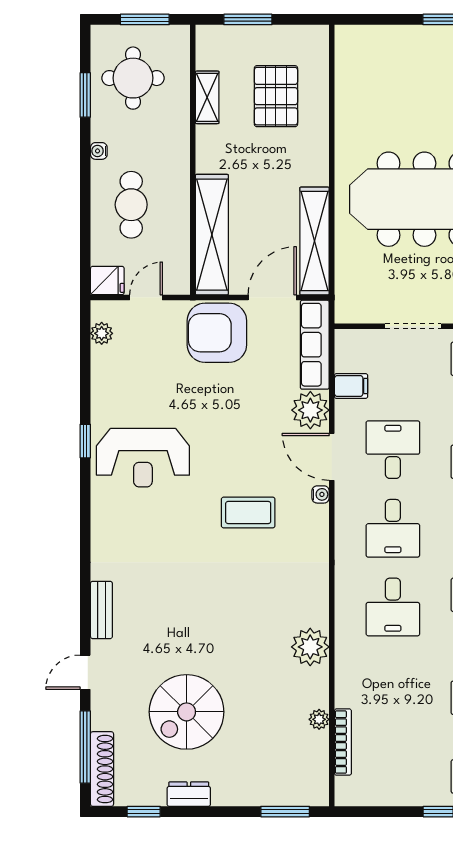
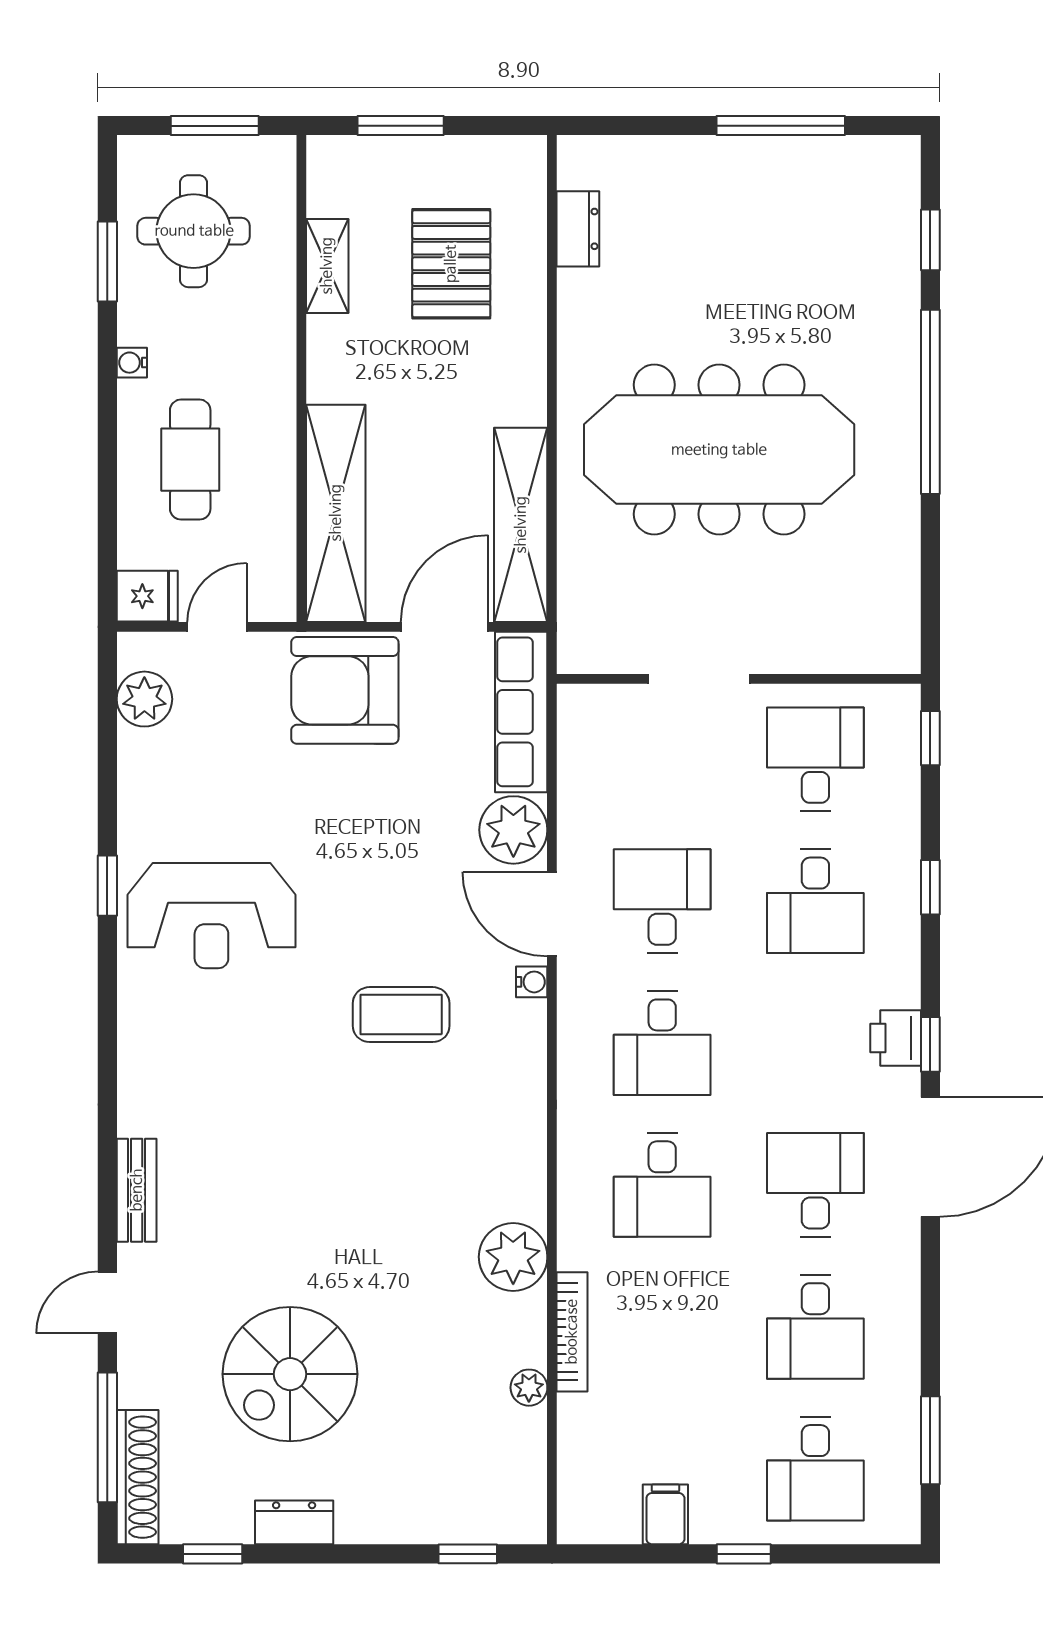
dresser: (346, 77) -> (578, 229), added
plant: (102, 333) -> (144, 699), width x1.38, depth x1.38
filing cabinet: (351, 386) -> (665, 1514), moved, turned -90
bookcase: (343, 742) -> (572, 1332), moved
window: (285, 812) -> (468, 1554), width x0.67

